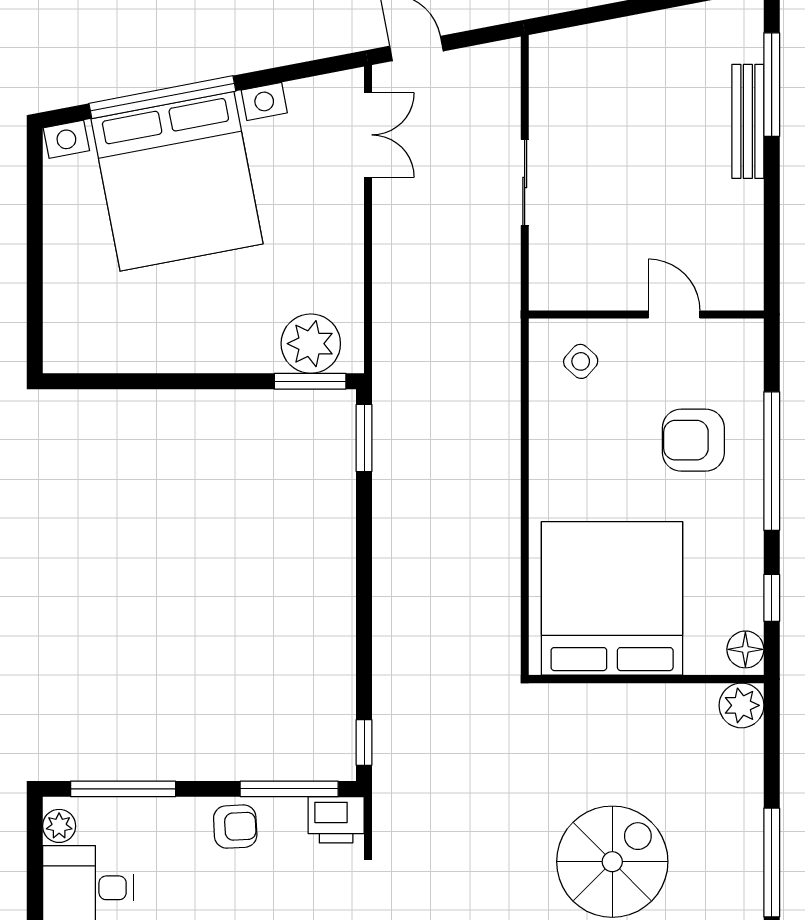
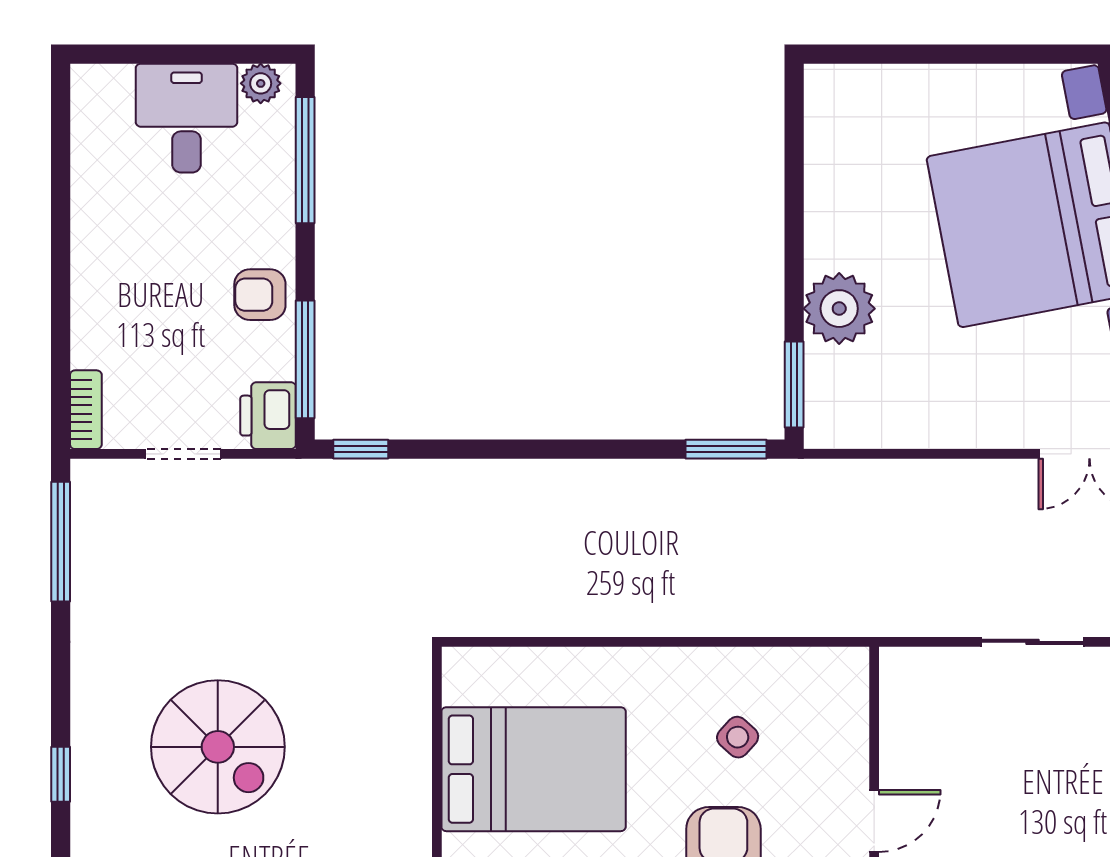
plant: (311, 344) -> (839, 309), moved
side table: (581, 361) -> (738, 737), moved
bed: (612, 598) -> (534, 769), width x0.73
armchair: (235, 827) -> (260, 295), turned 93

